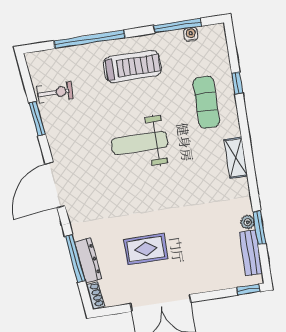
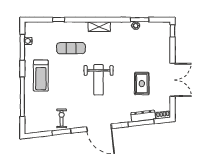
treadmill: (132, 66) -> (41, 76), turned 180
exercise bike: (55, 92) -> (62, 118), moved
exercise mat: (206, 102) -> (71, 48), moved
weight bench: (140, 143) -> (99, 80), moved
bench: (251, 253) -> (153, 26), removed

